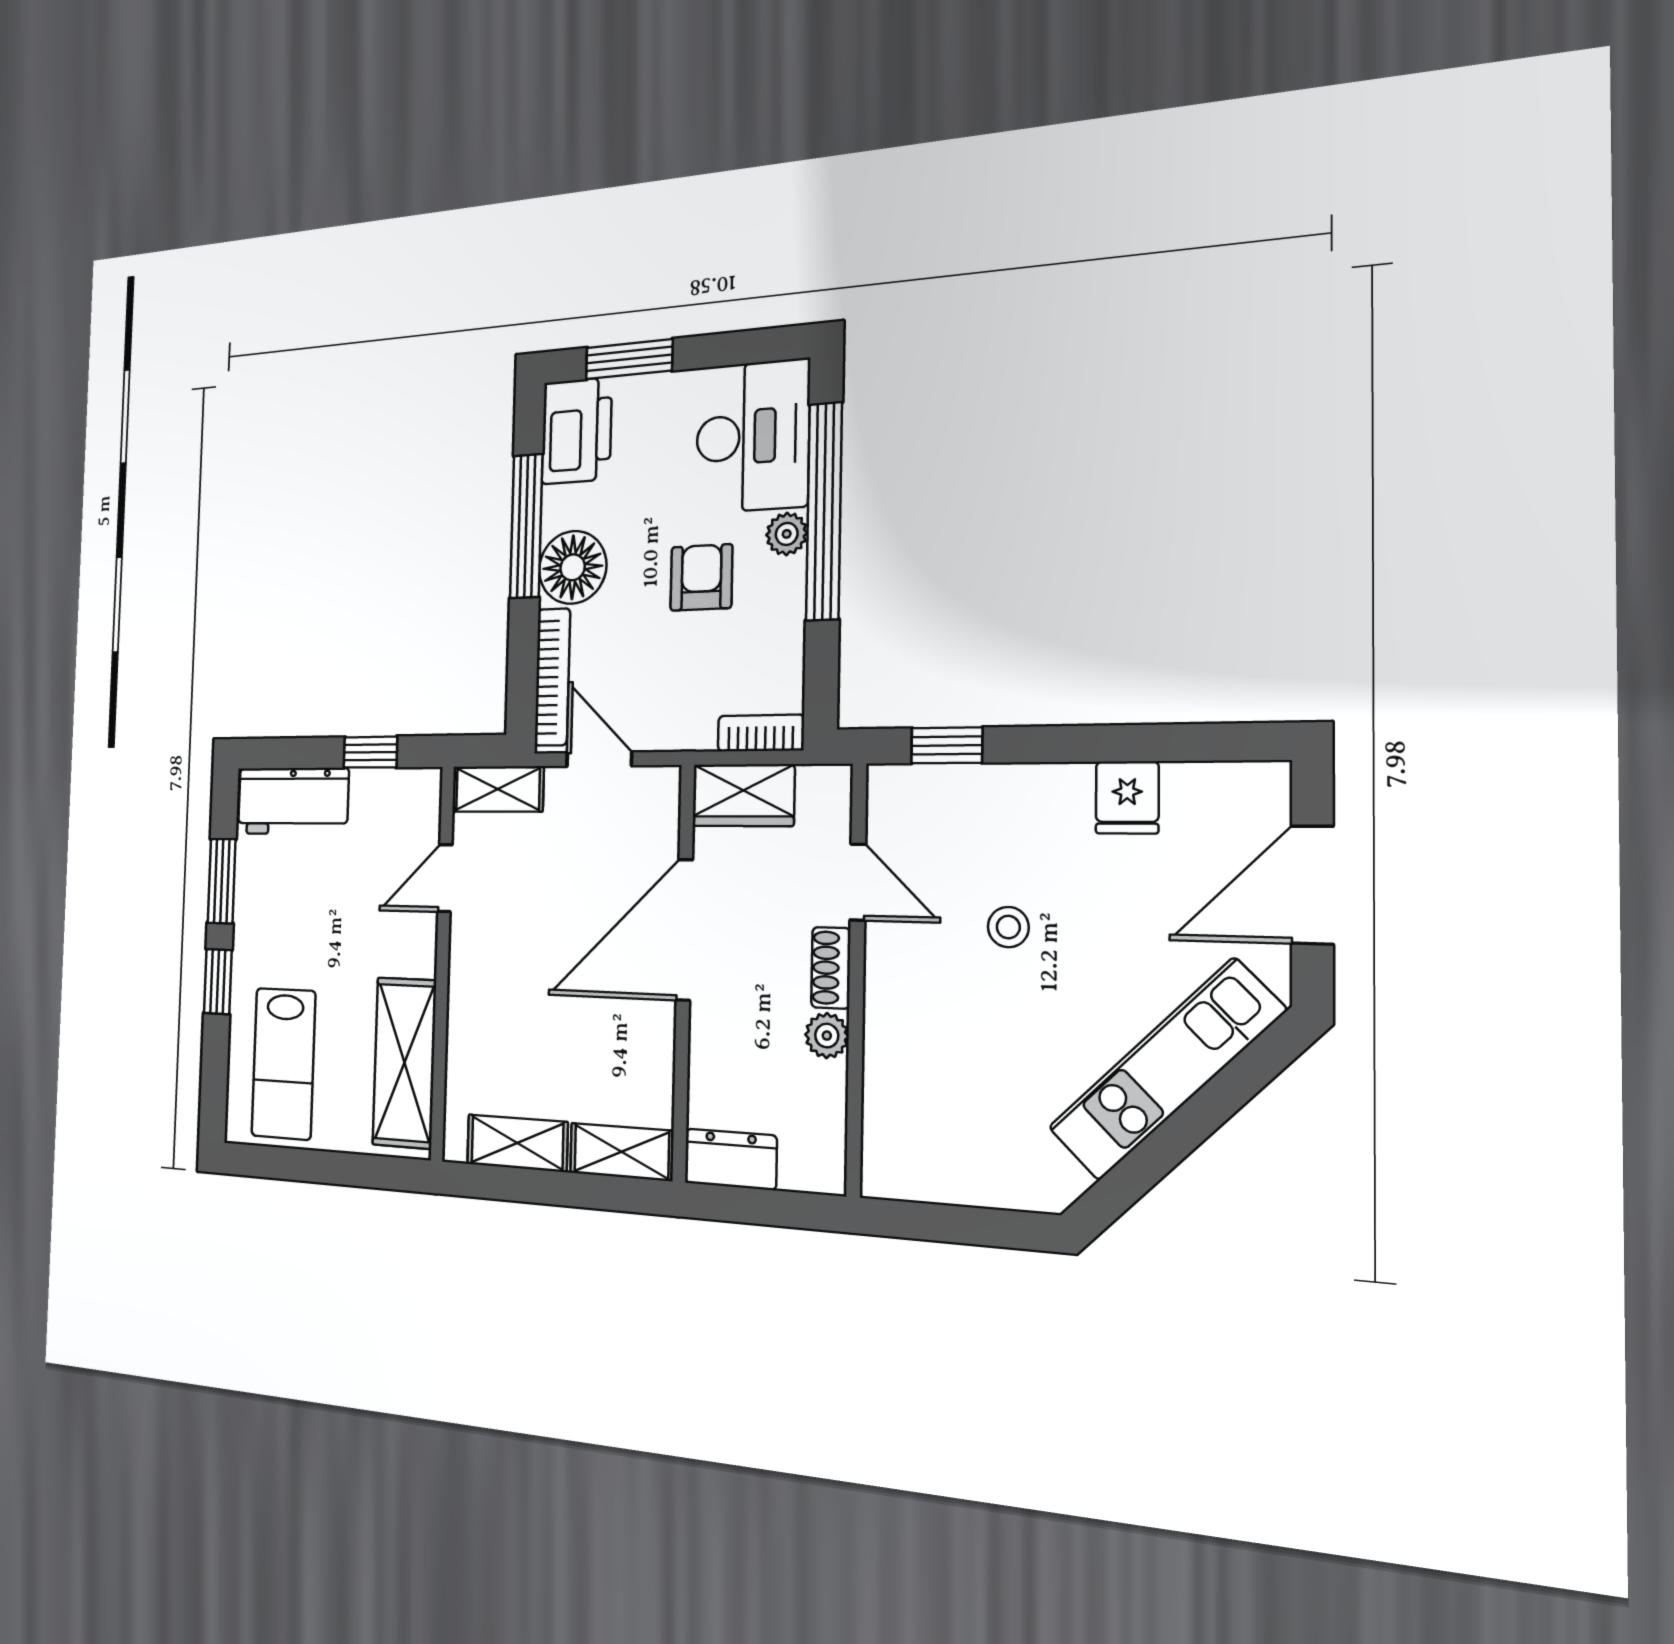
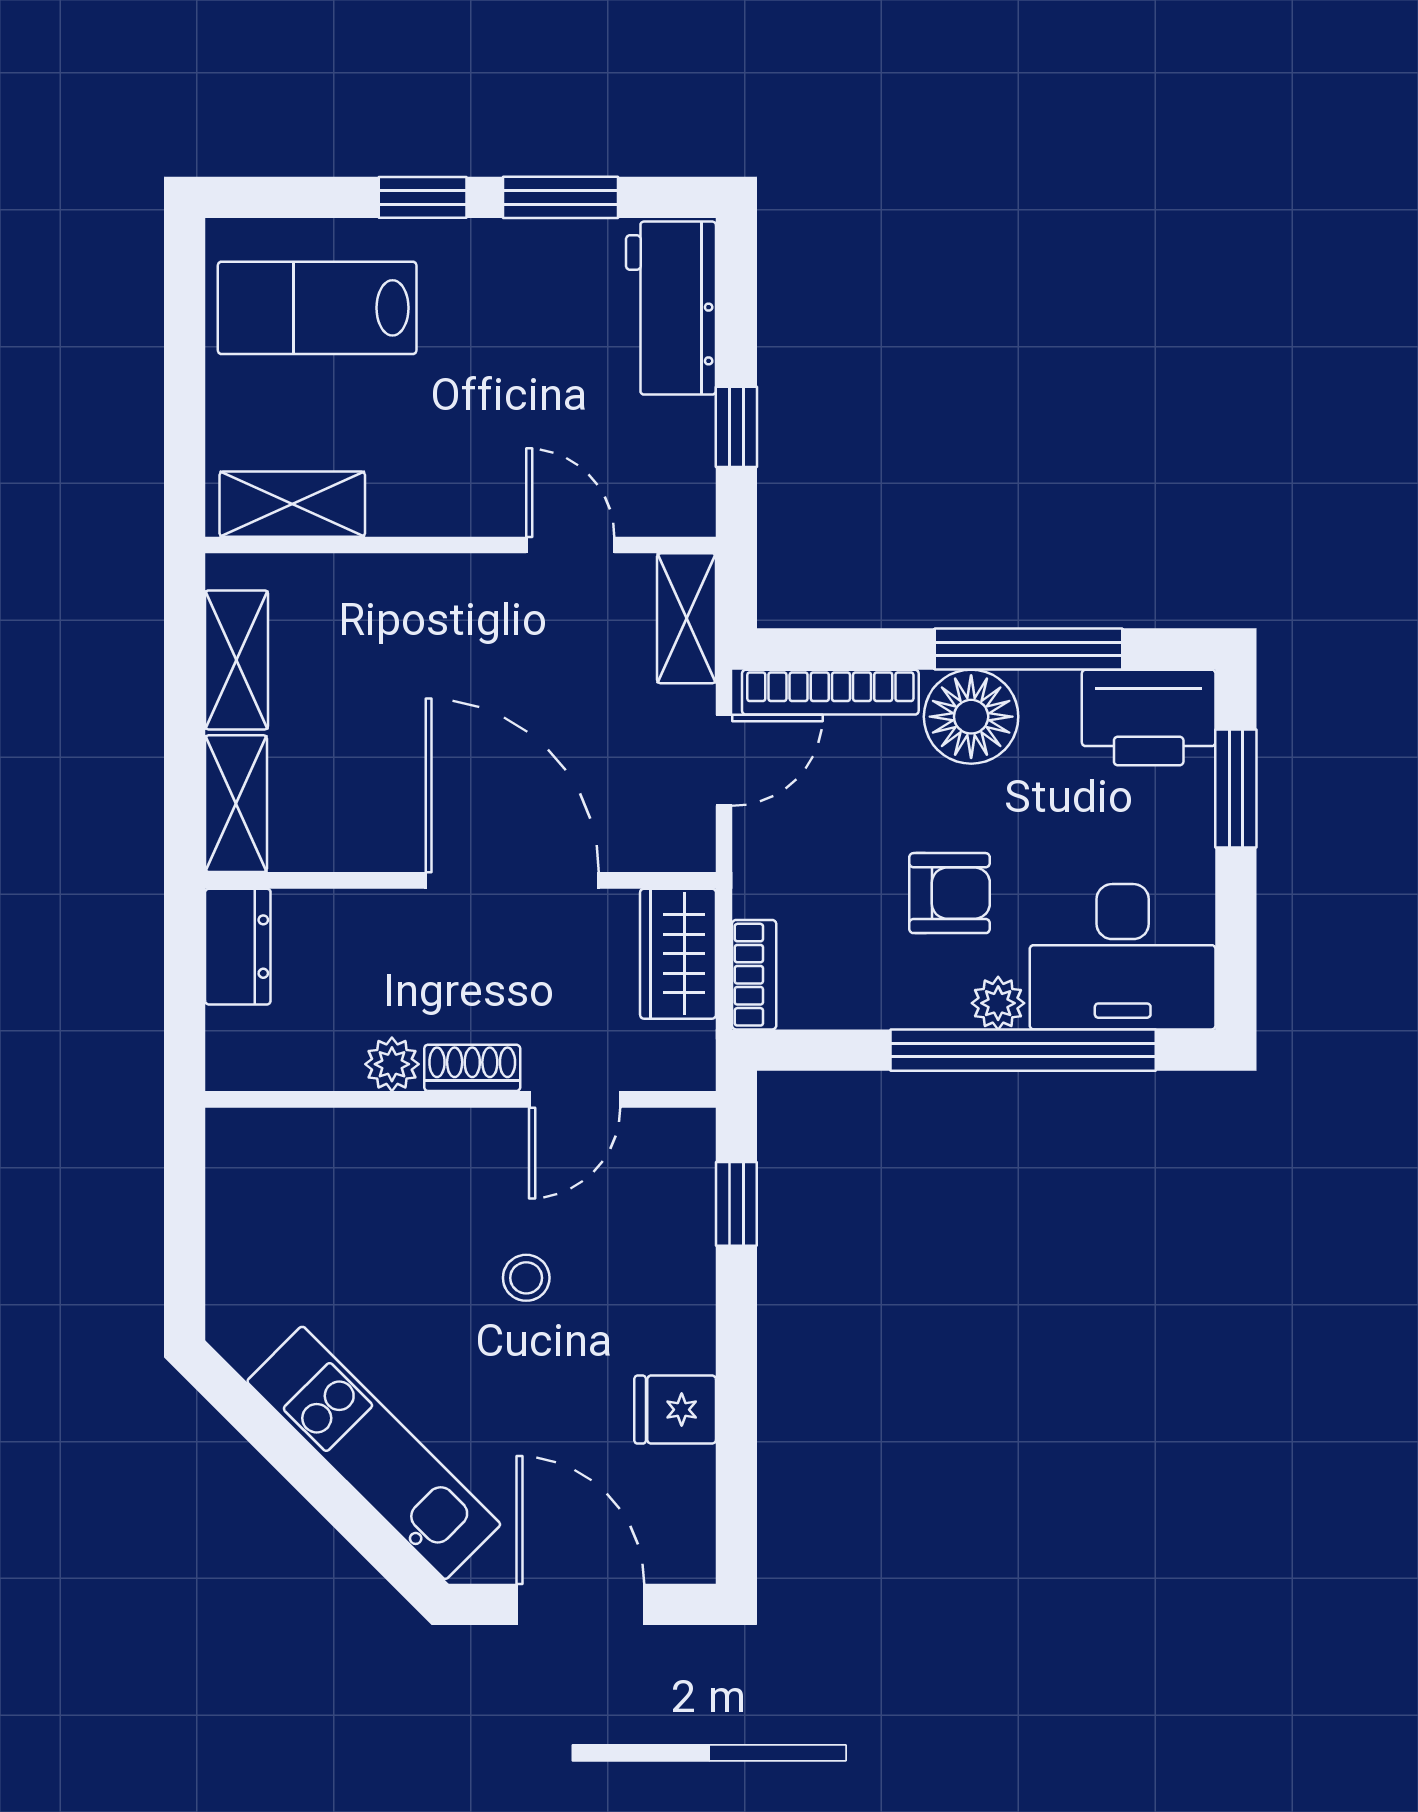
shelving: (404, 1063) -> (292, 504), width x0.67, depth x0.75

